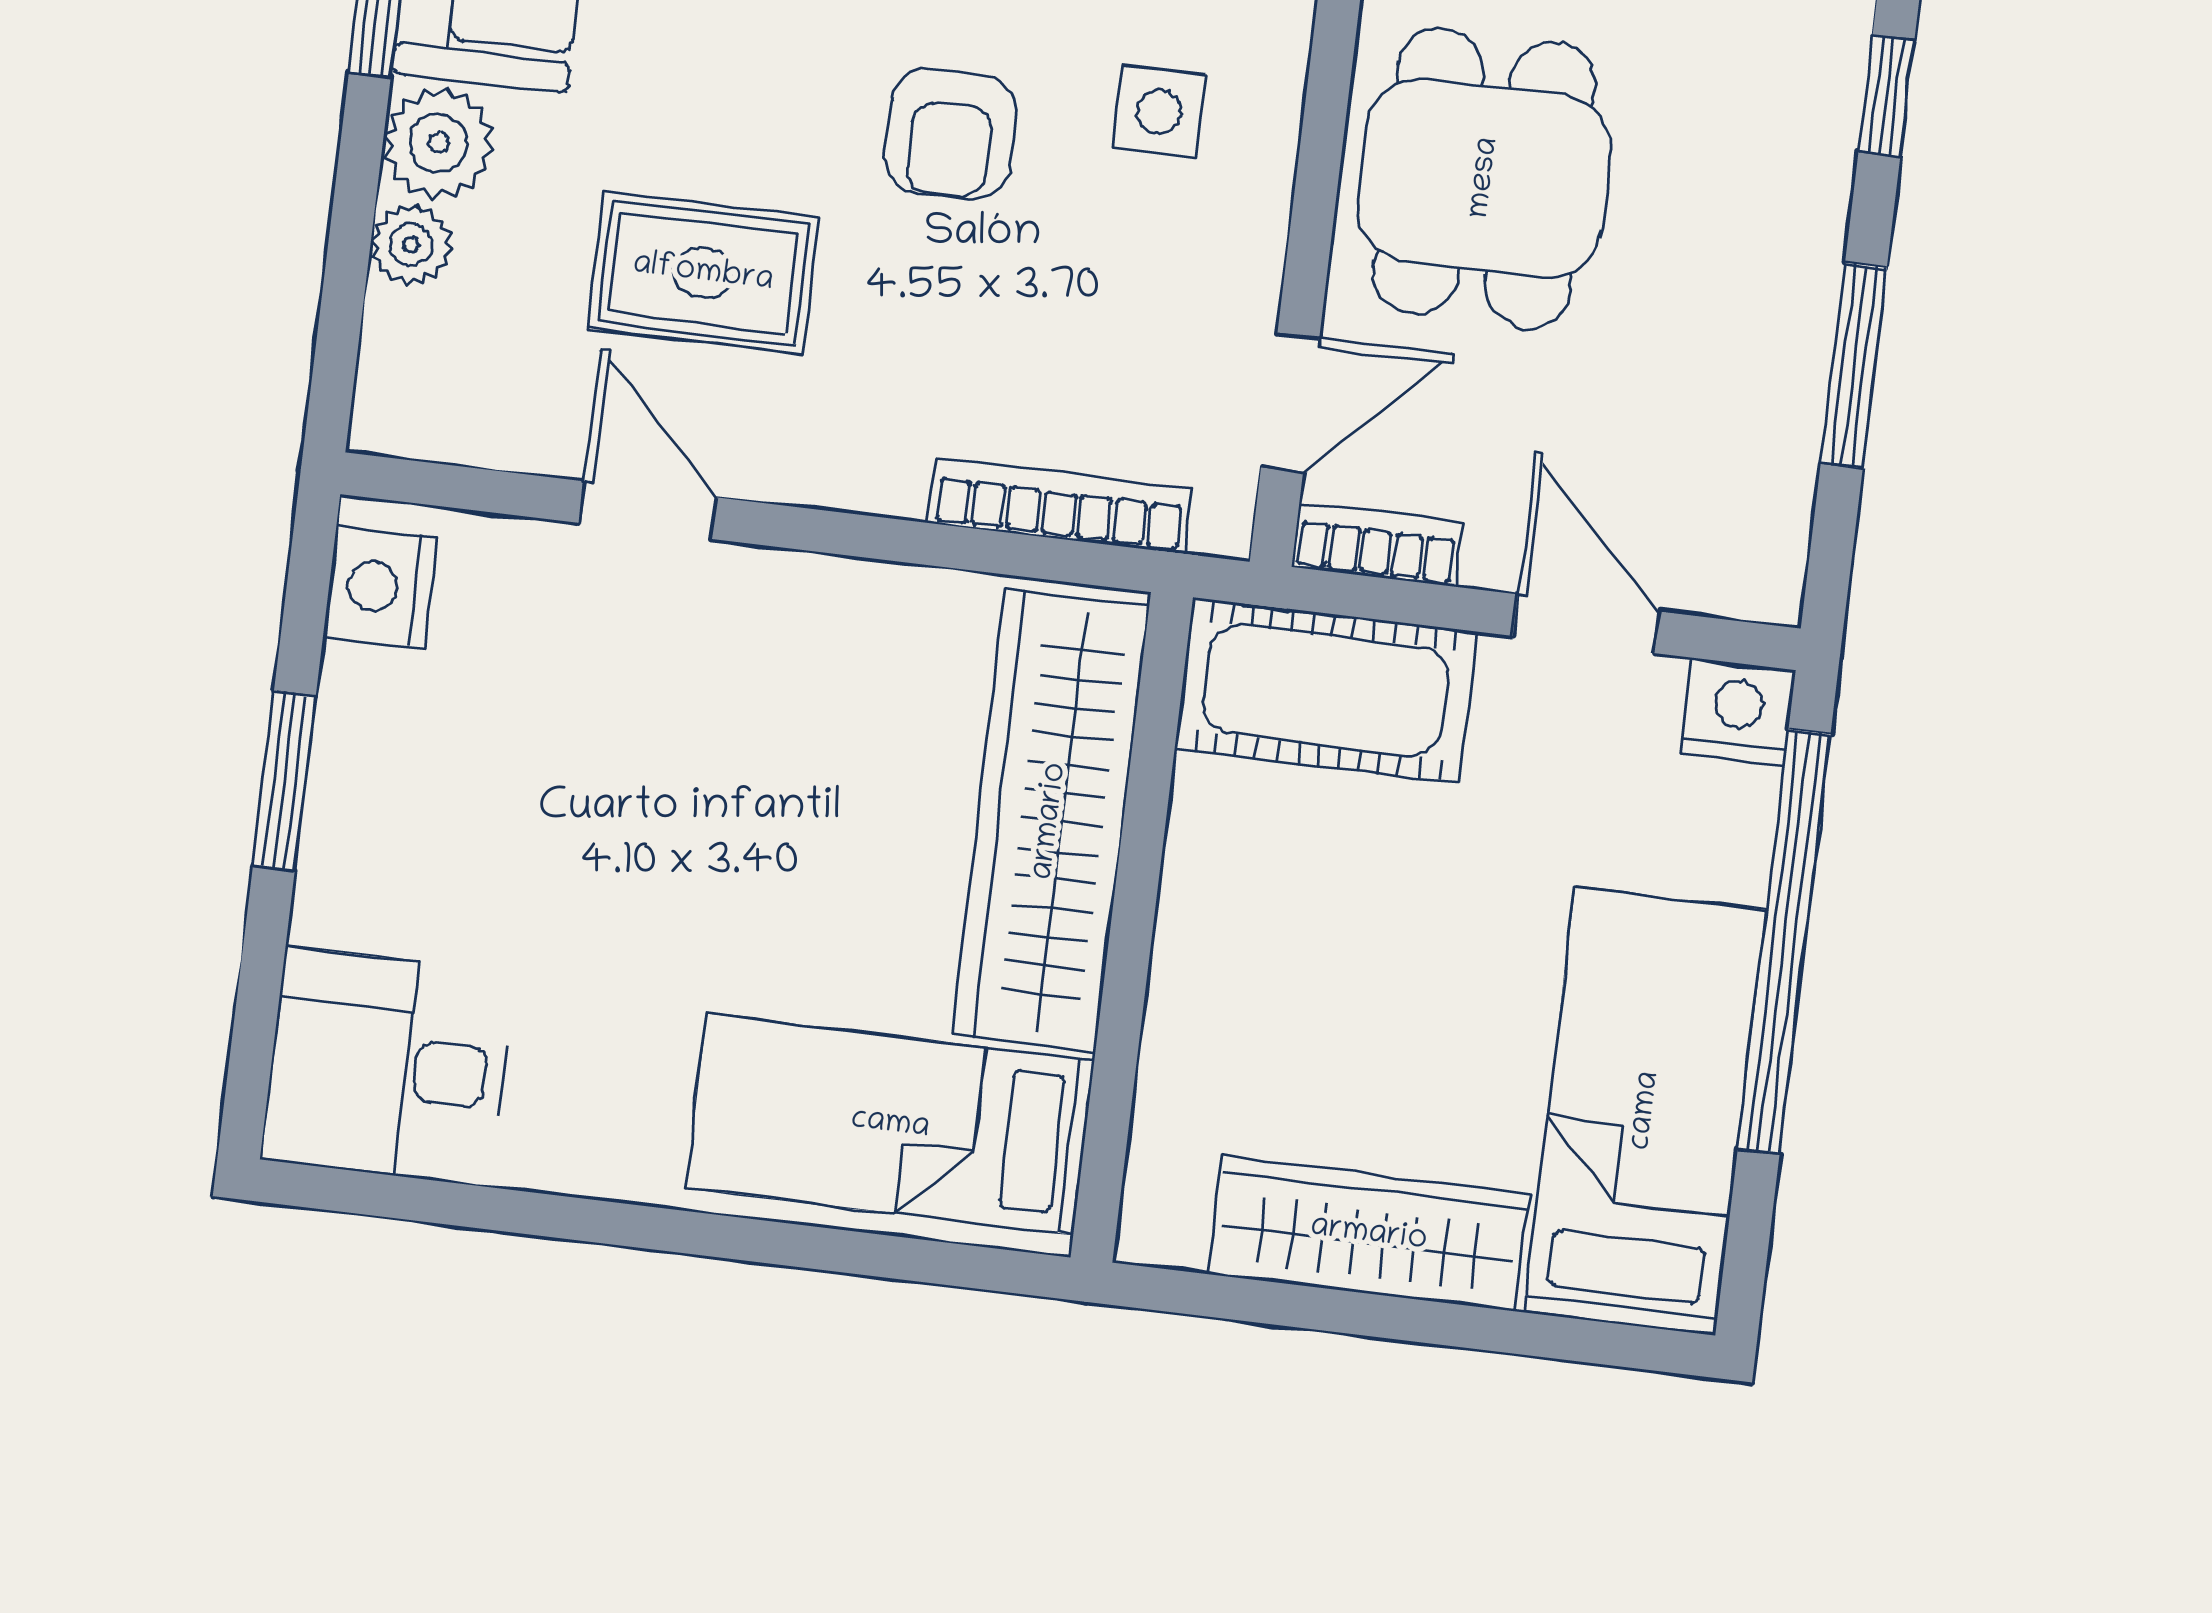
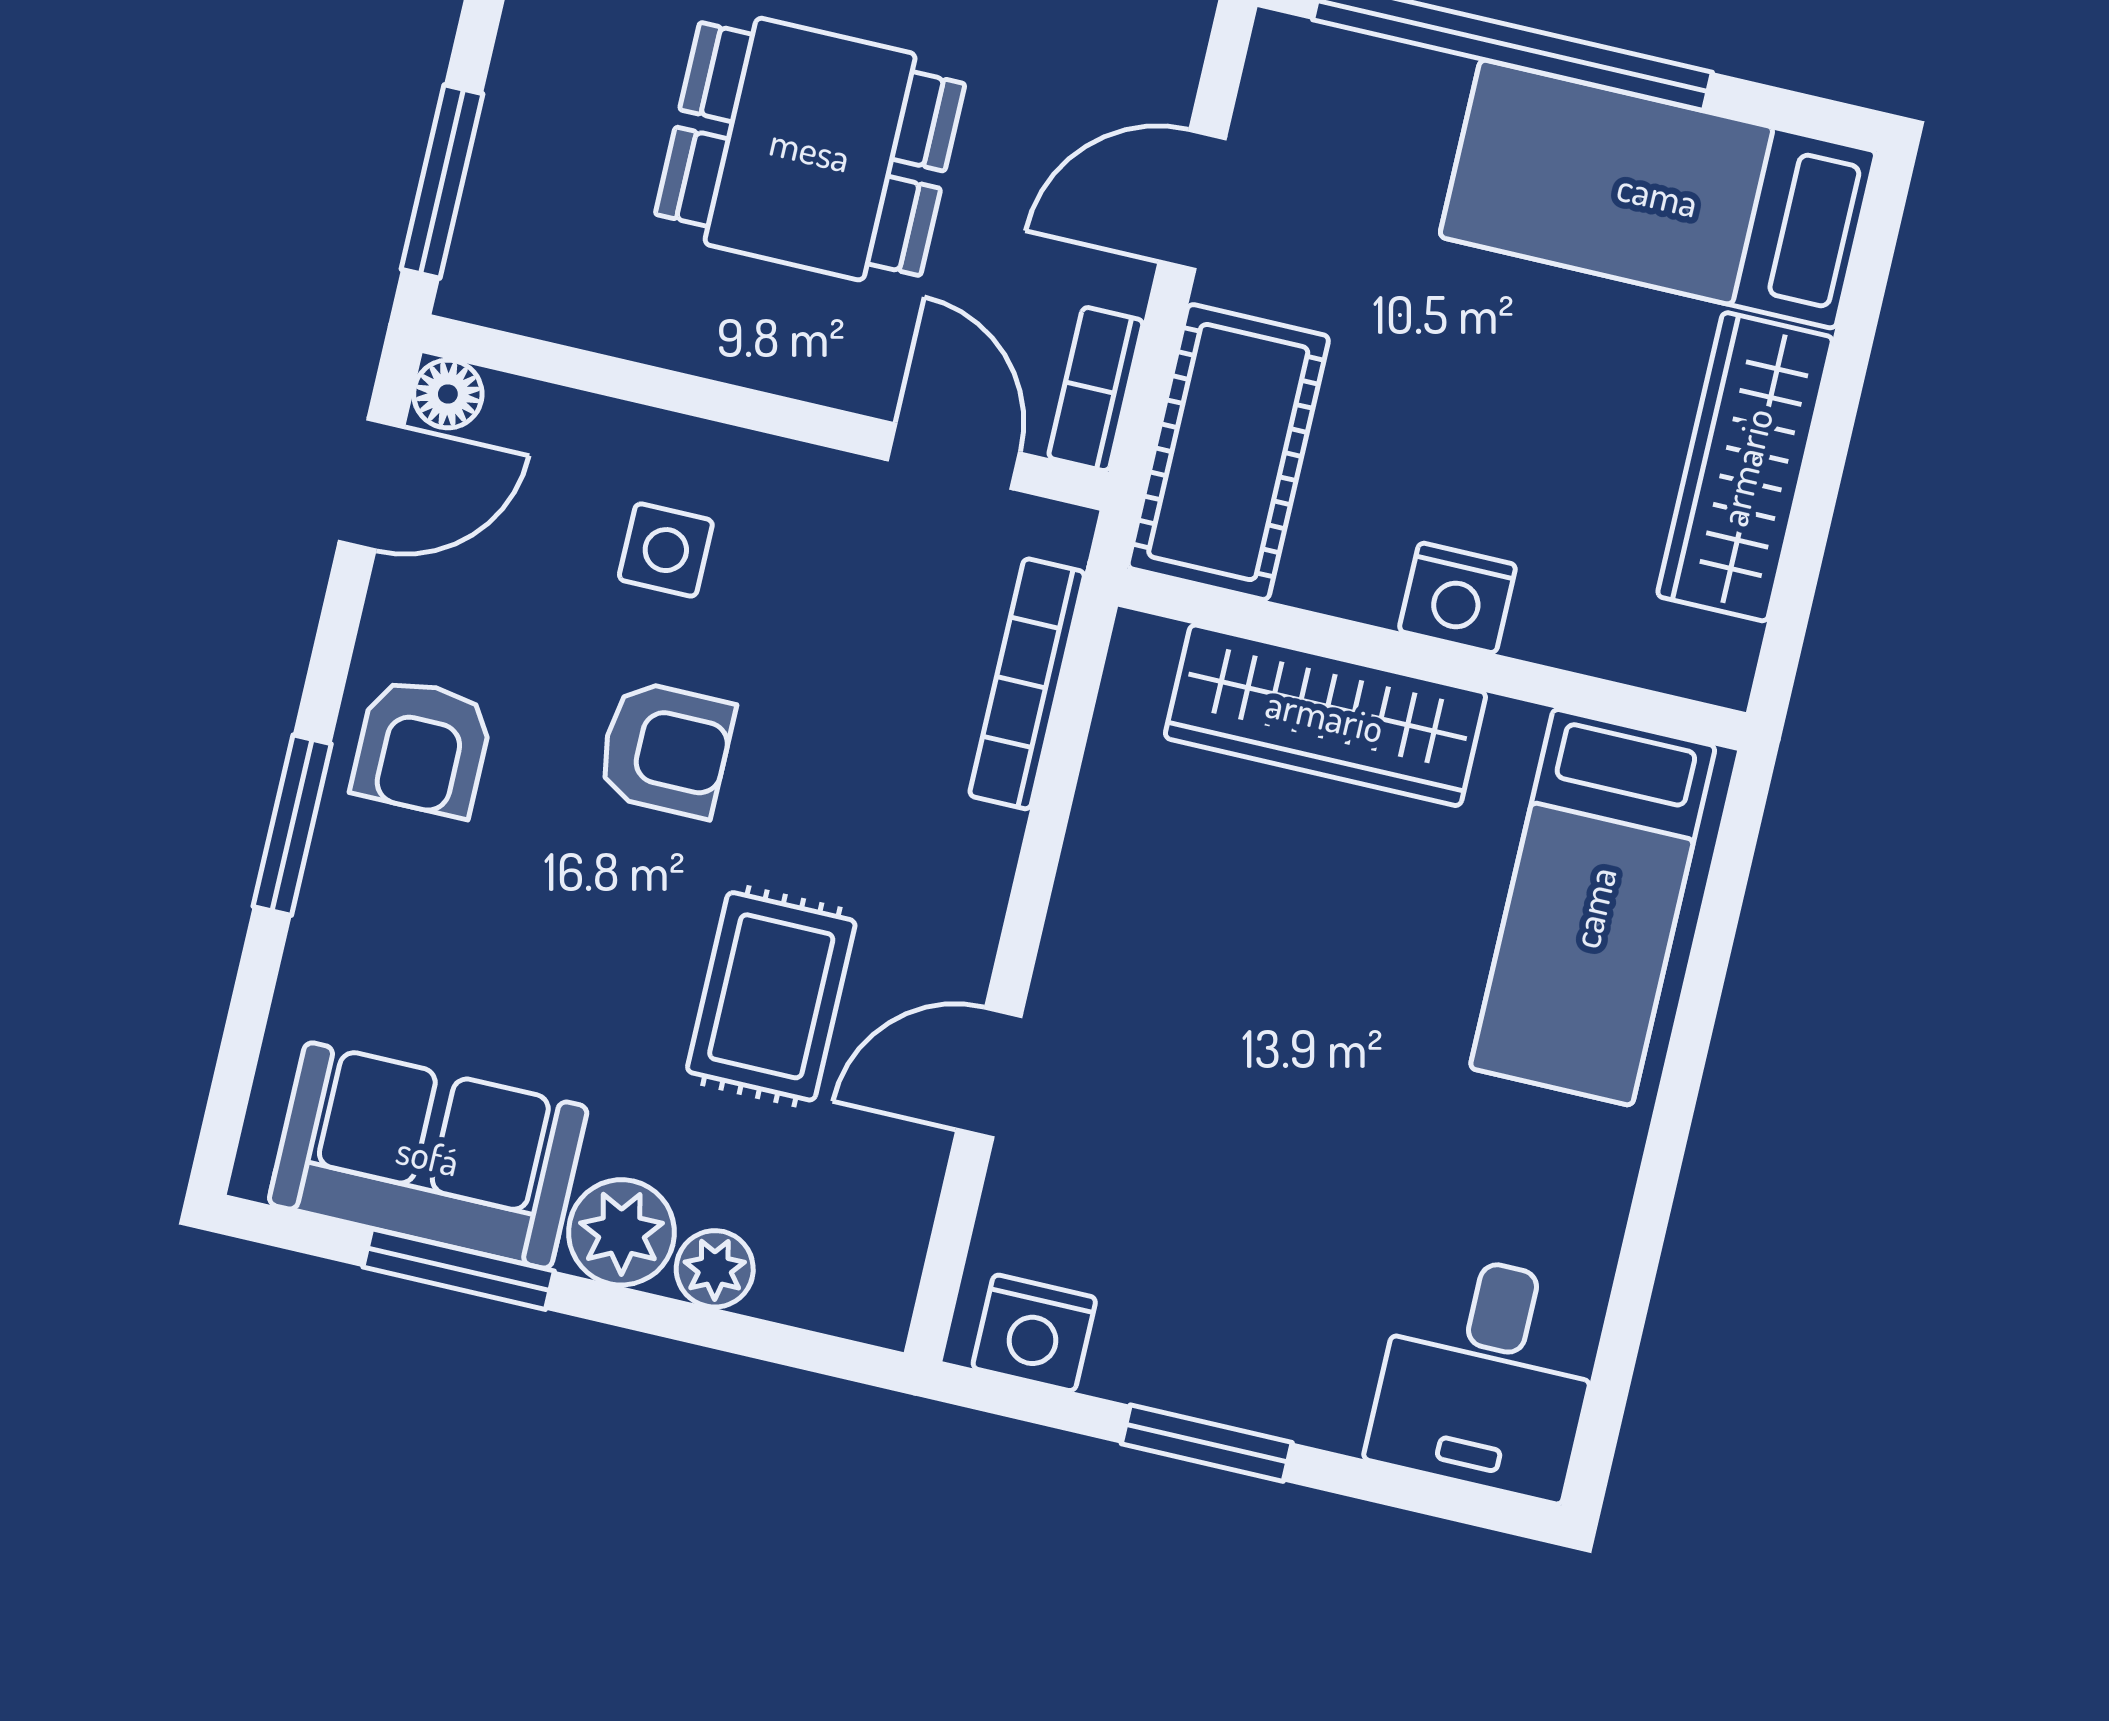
dining table: (1484, 178) -> (810, 149), moved
nightstand: (1738, 712) -> (1457, 598), moved, turned -90
wardrobe: (1050, 821) -> (1325, 715), width x0.71, depth x0.85

